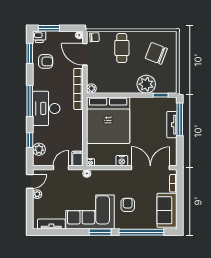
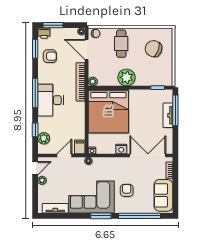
plant: (146, 84) -> (126, 77), moved

